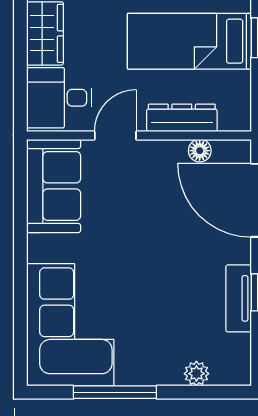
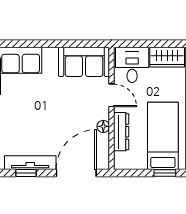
floor lamp: (200, 151) -> (103, 126), moved
tv unit: (239, 298) -> (30, 163), width x1.41

